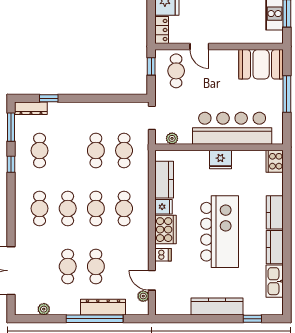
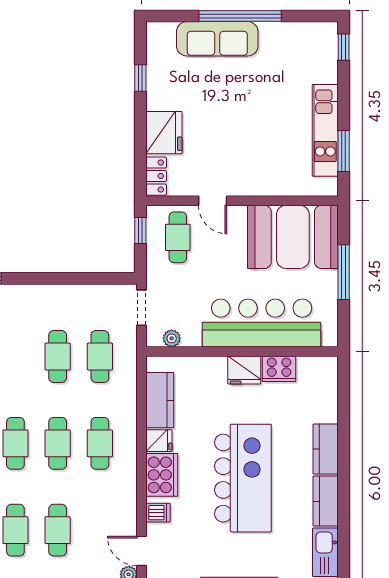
booth: (261, 64) -> (293, 237), width x1.36, depth x1.42
cooker: (275, 161) -> (279, 369), moved, turned -90

